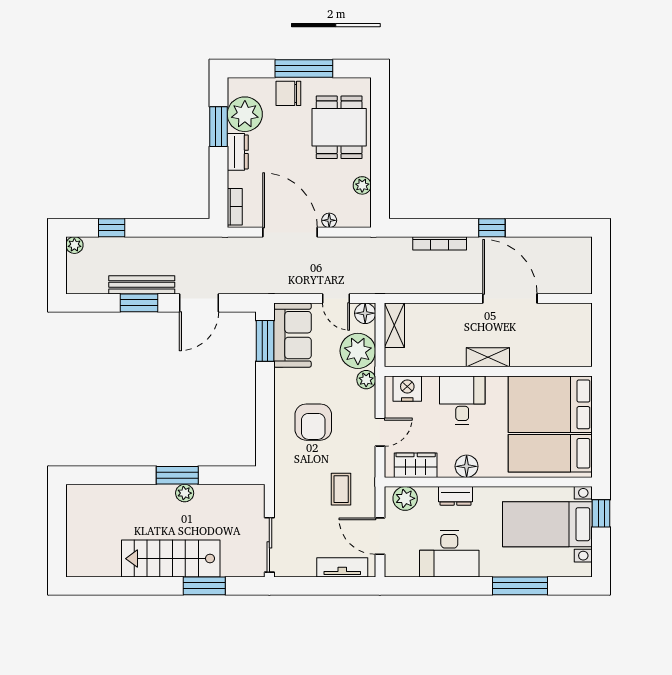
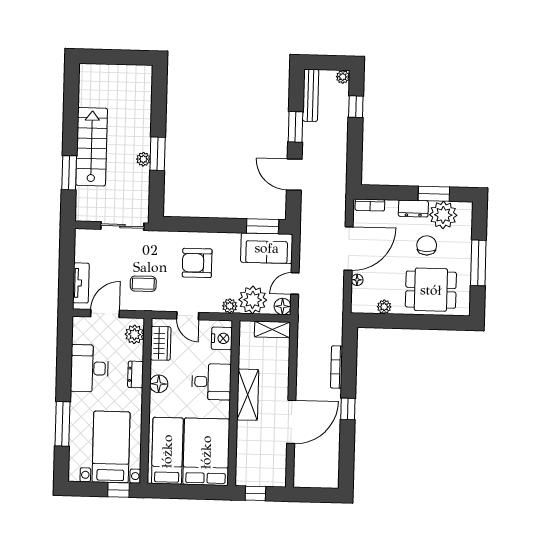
chair: (288, 93) -> (427, 245), moved
bench: (142, 285) -> (311, 95), moved
window: (601, 341) -> (255, 493), added
shelving: (488, 357) -> (248, 395), width x1.50, depth x1.33
sliding door: (269, 545) -> (122, 226), moved

